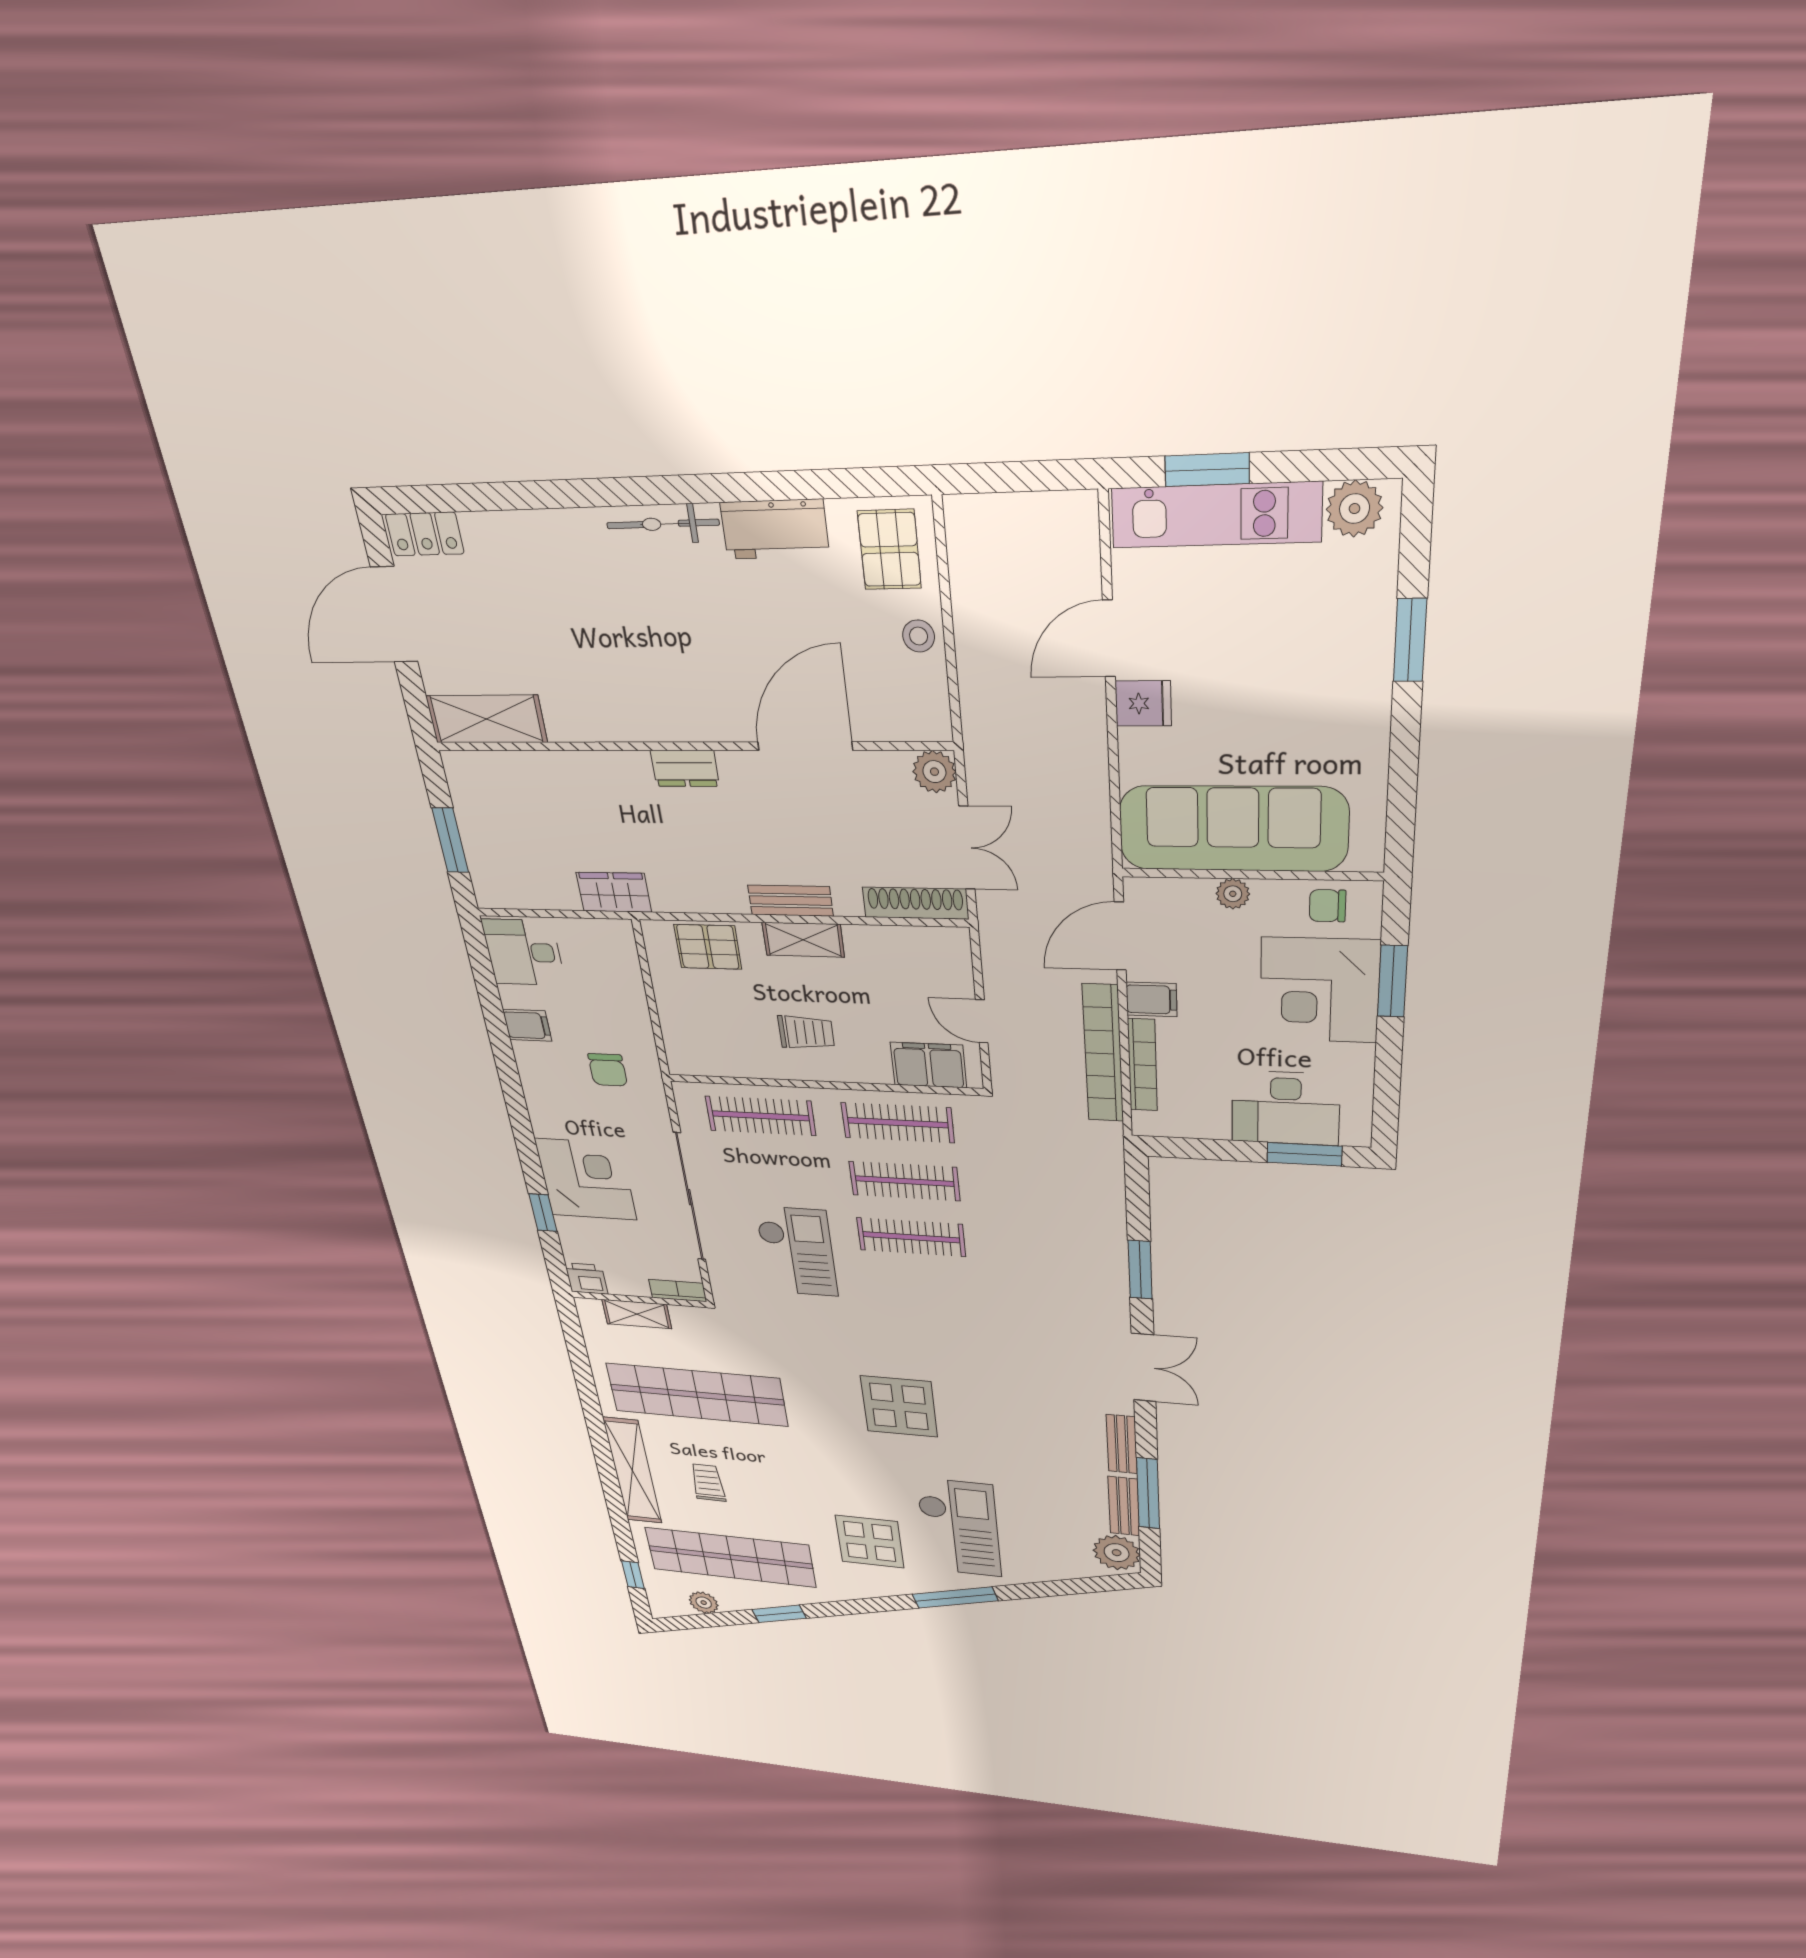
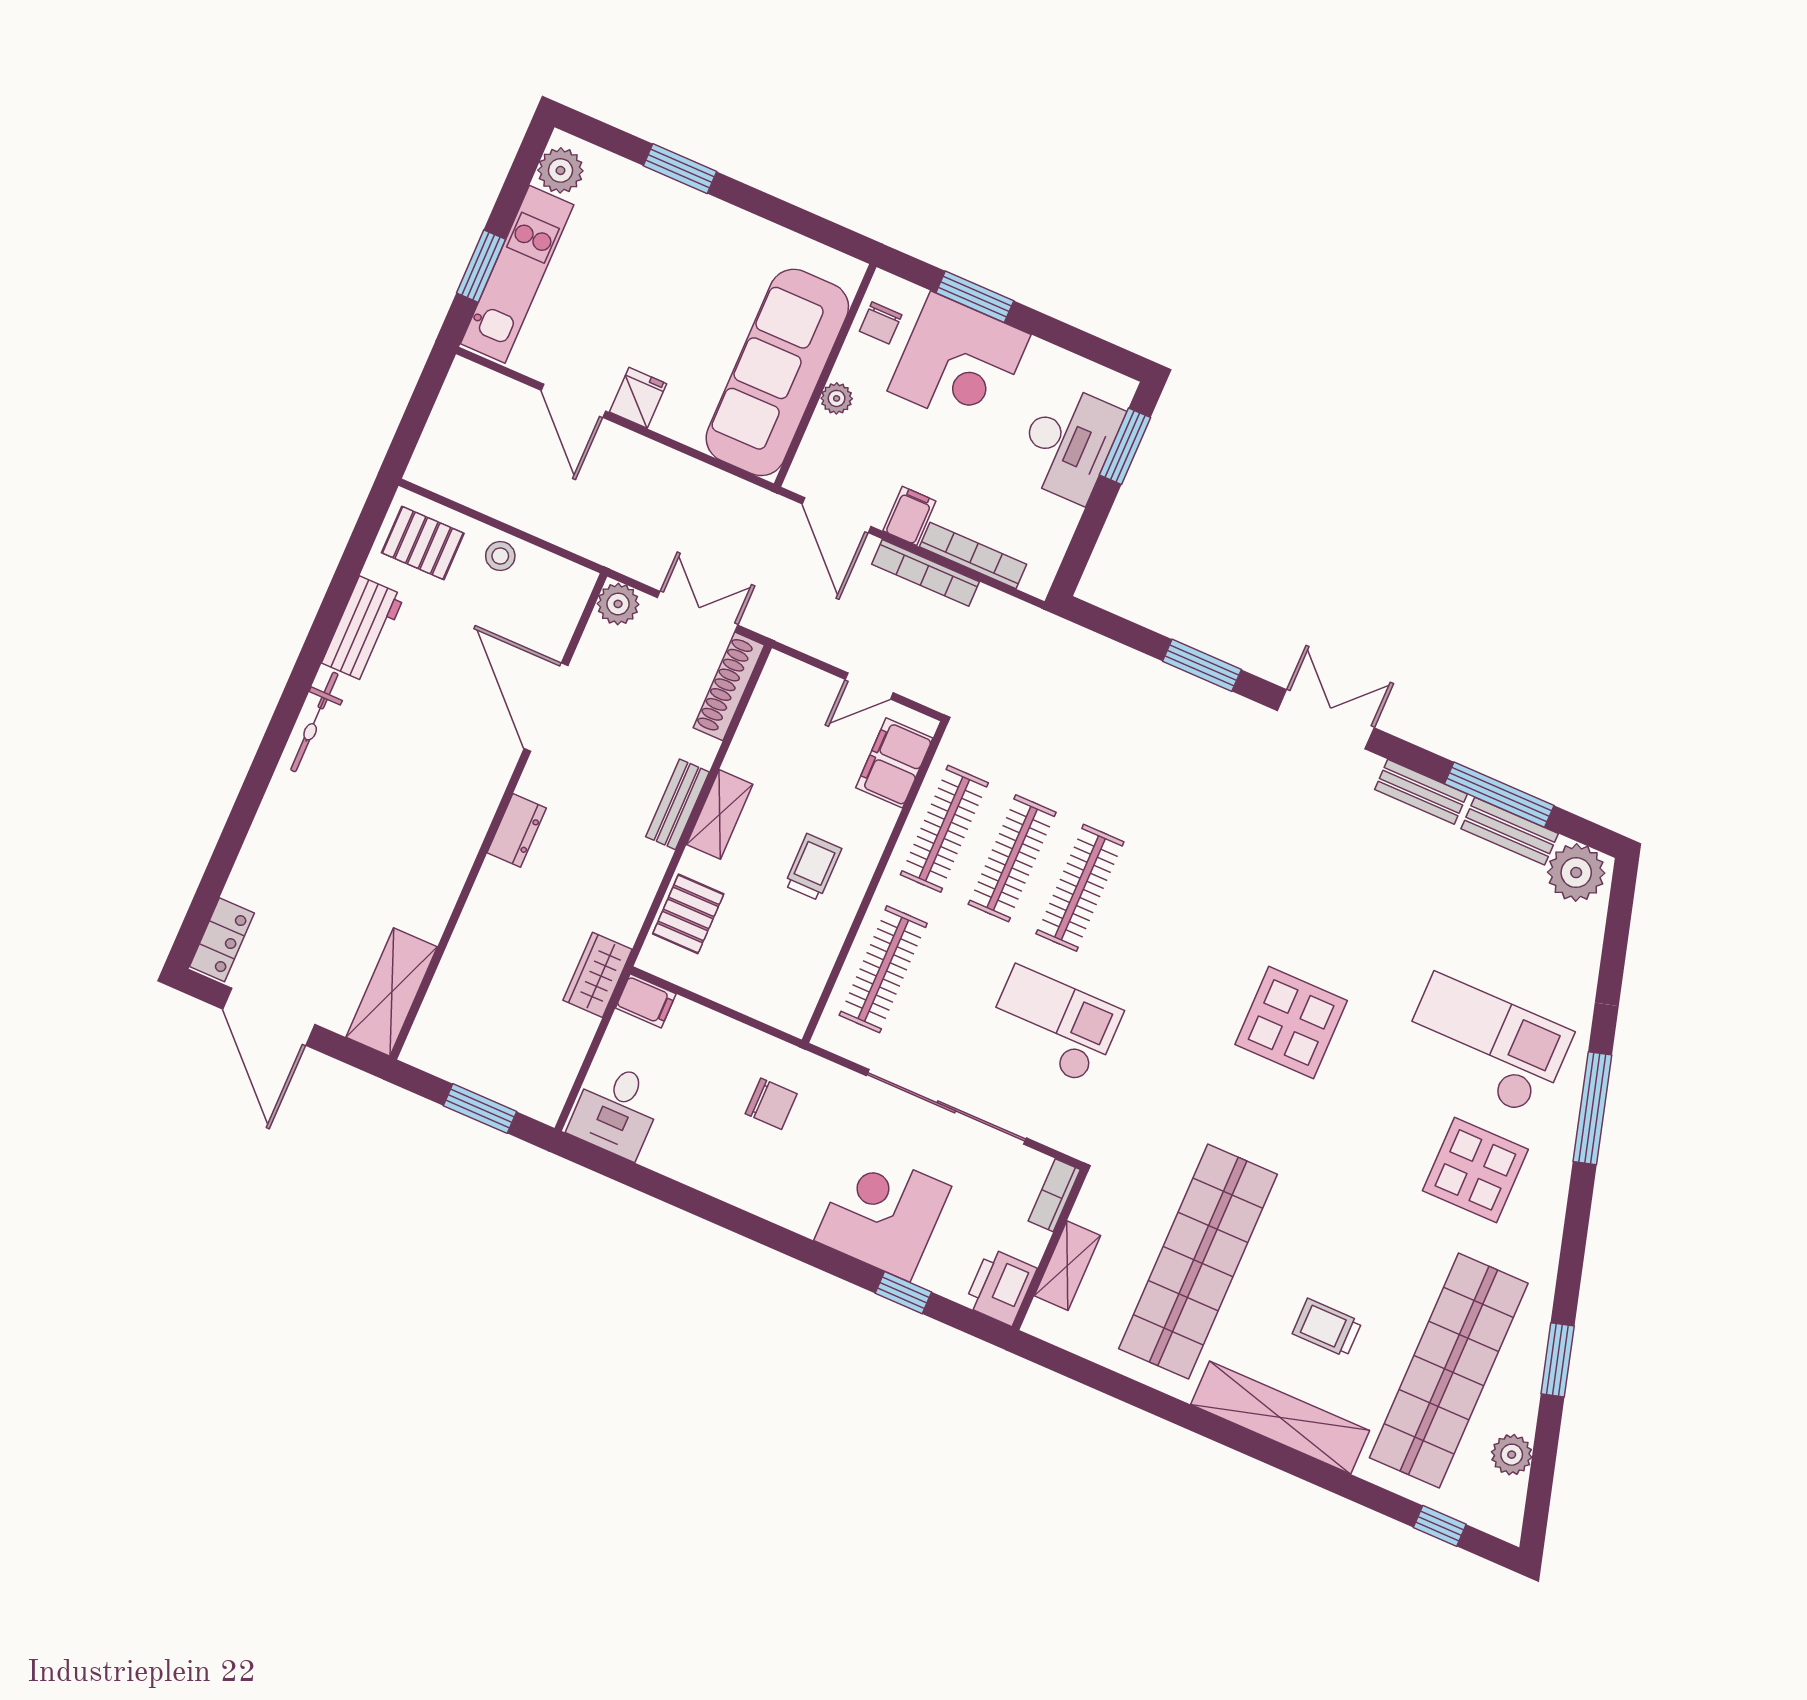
filing cabinet: (527, 1025) -> (646, 1001), moved, turned 90
bookcase: (1103, 1054) -> (925, 573), width x0.68, depth x0.76
printer: (586, 1279) -> (1000, 1287), width x1.36, depth x1.24

